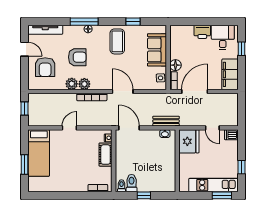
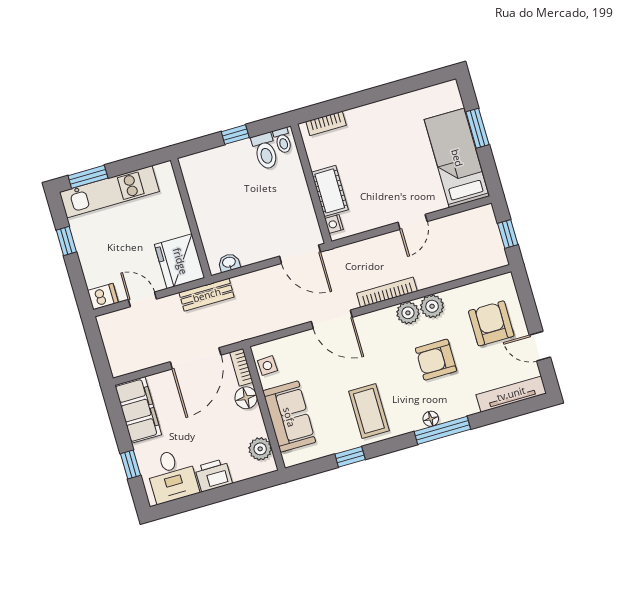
plant: (176, 38) -> (260, 449), added
bench: (166, 121) -> (207, 295), moved

